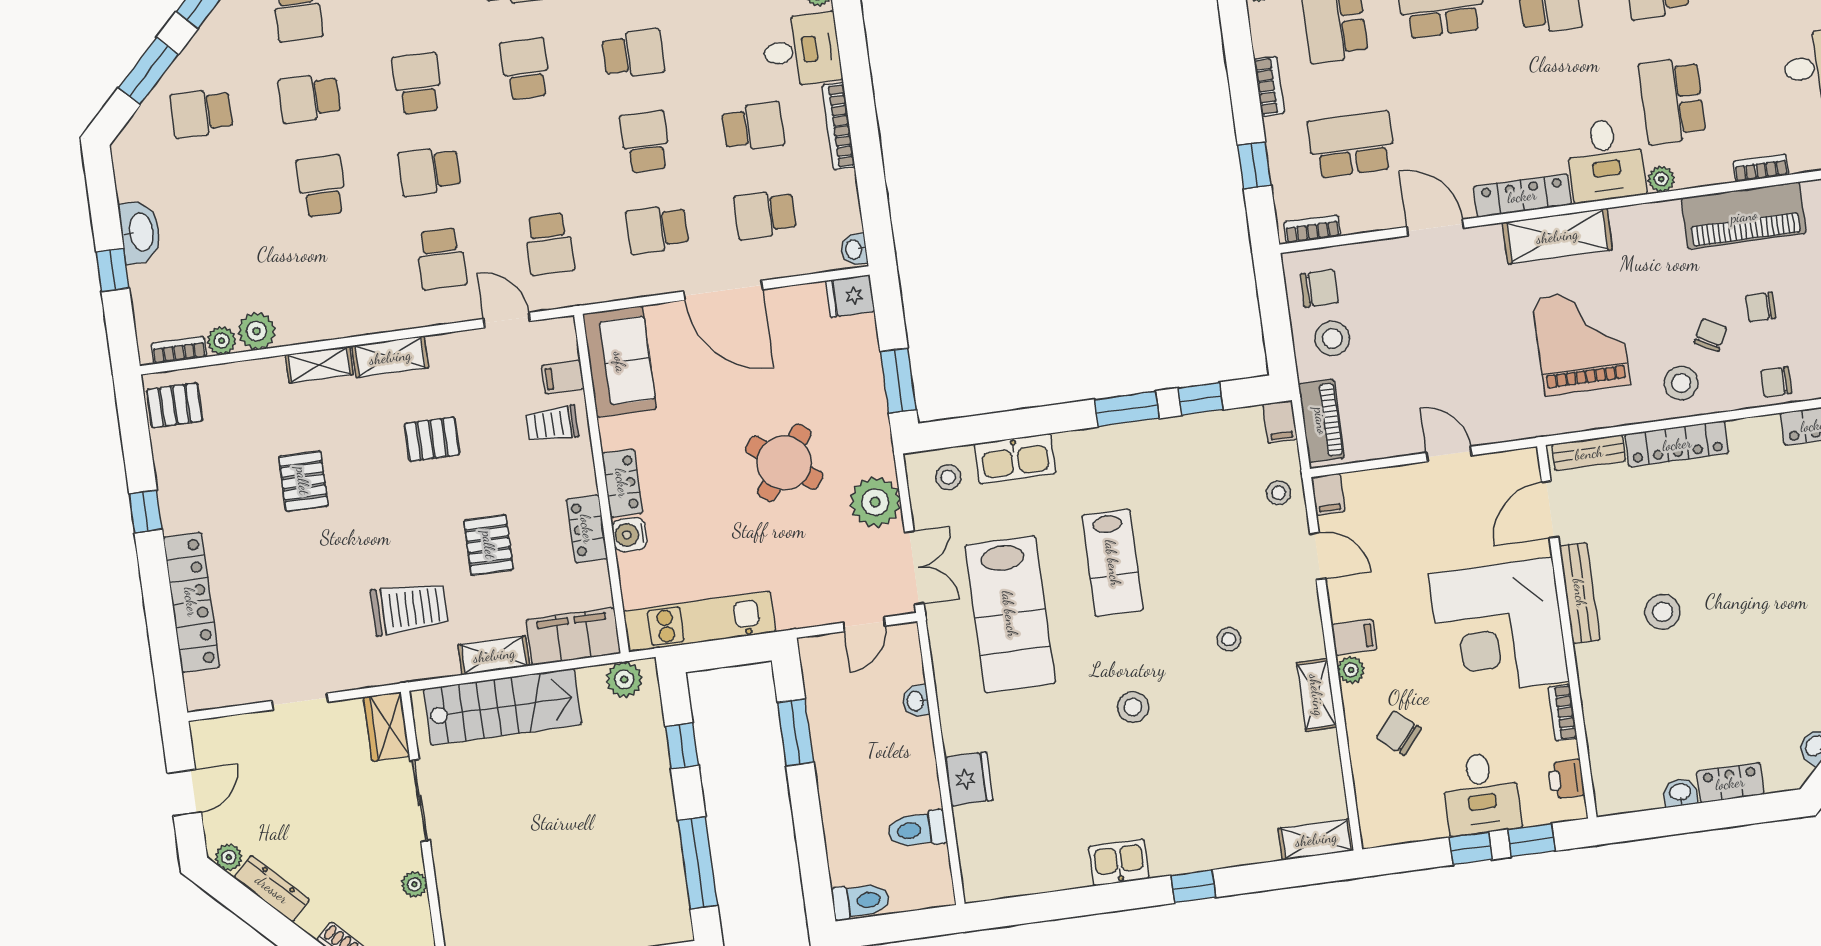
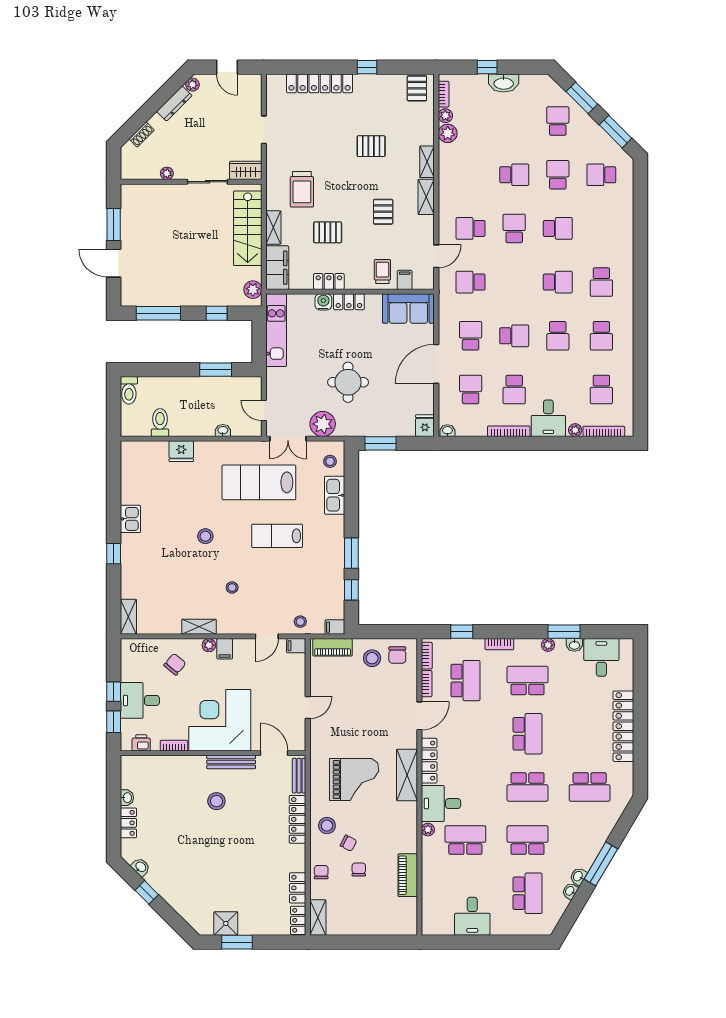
bookcase: (1761, 168) -> (427, 684), moved
piano: (1744, 216) -> (408, 875), width x0.73, depth x0.75
round table: (784, 463) -> (348, 382), turned -37

